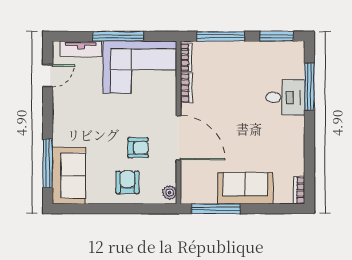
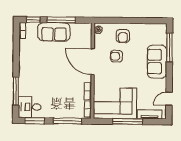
desk: (285, 97) -> (30, 107), moved
sofa: (69, 176) -> (157, 62), moved
window: (216, 209) -> (61, 20), moved
window: (281, 209) -> (33, 20), added

